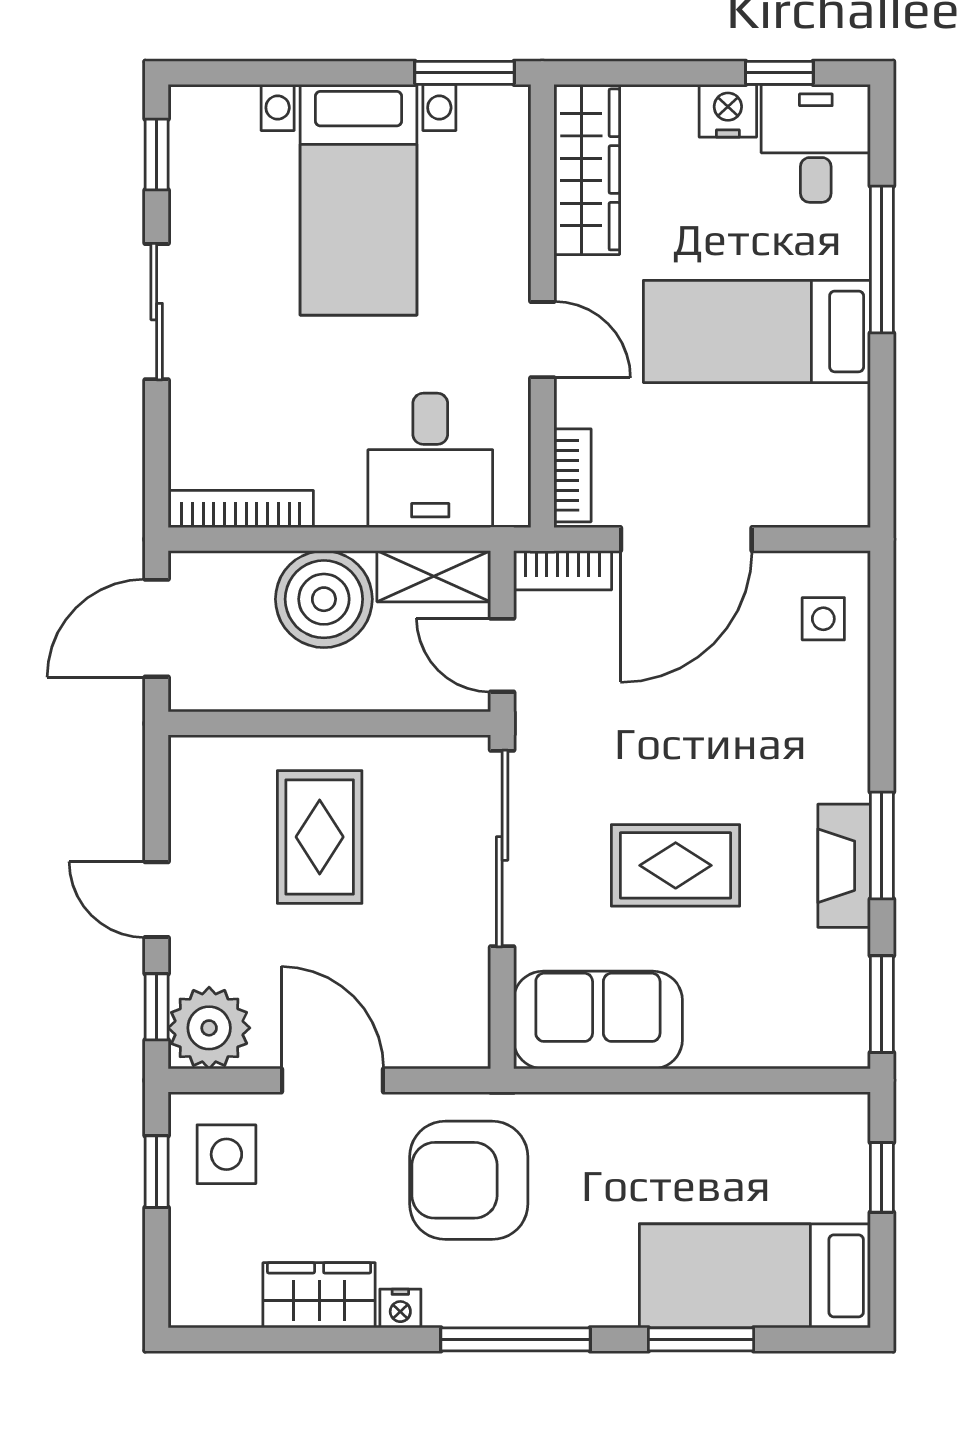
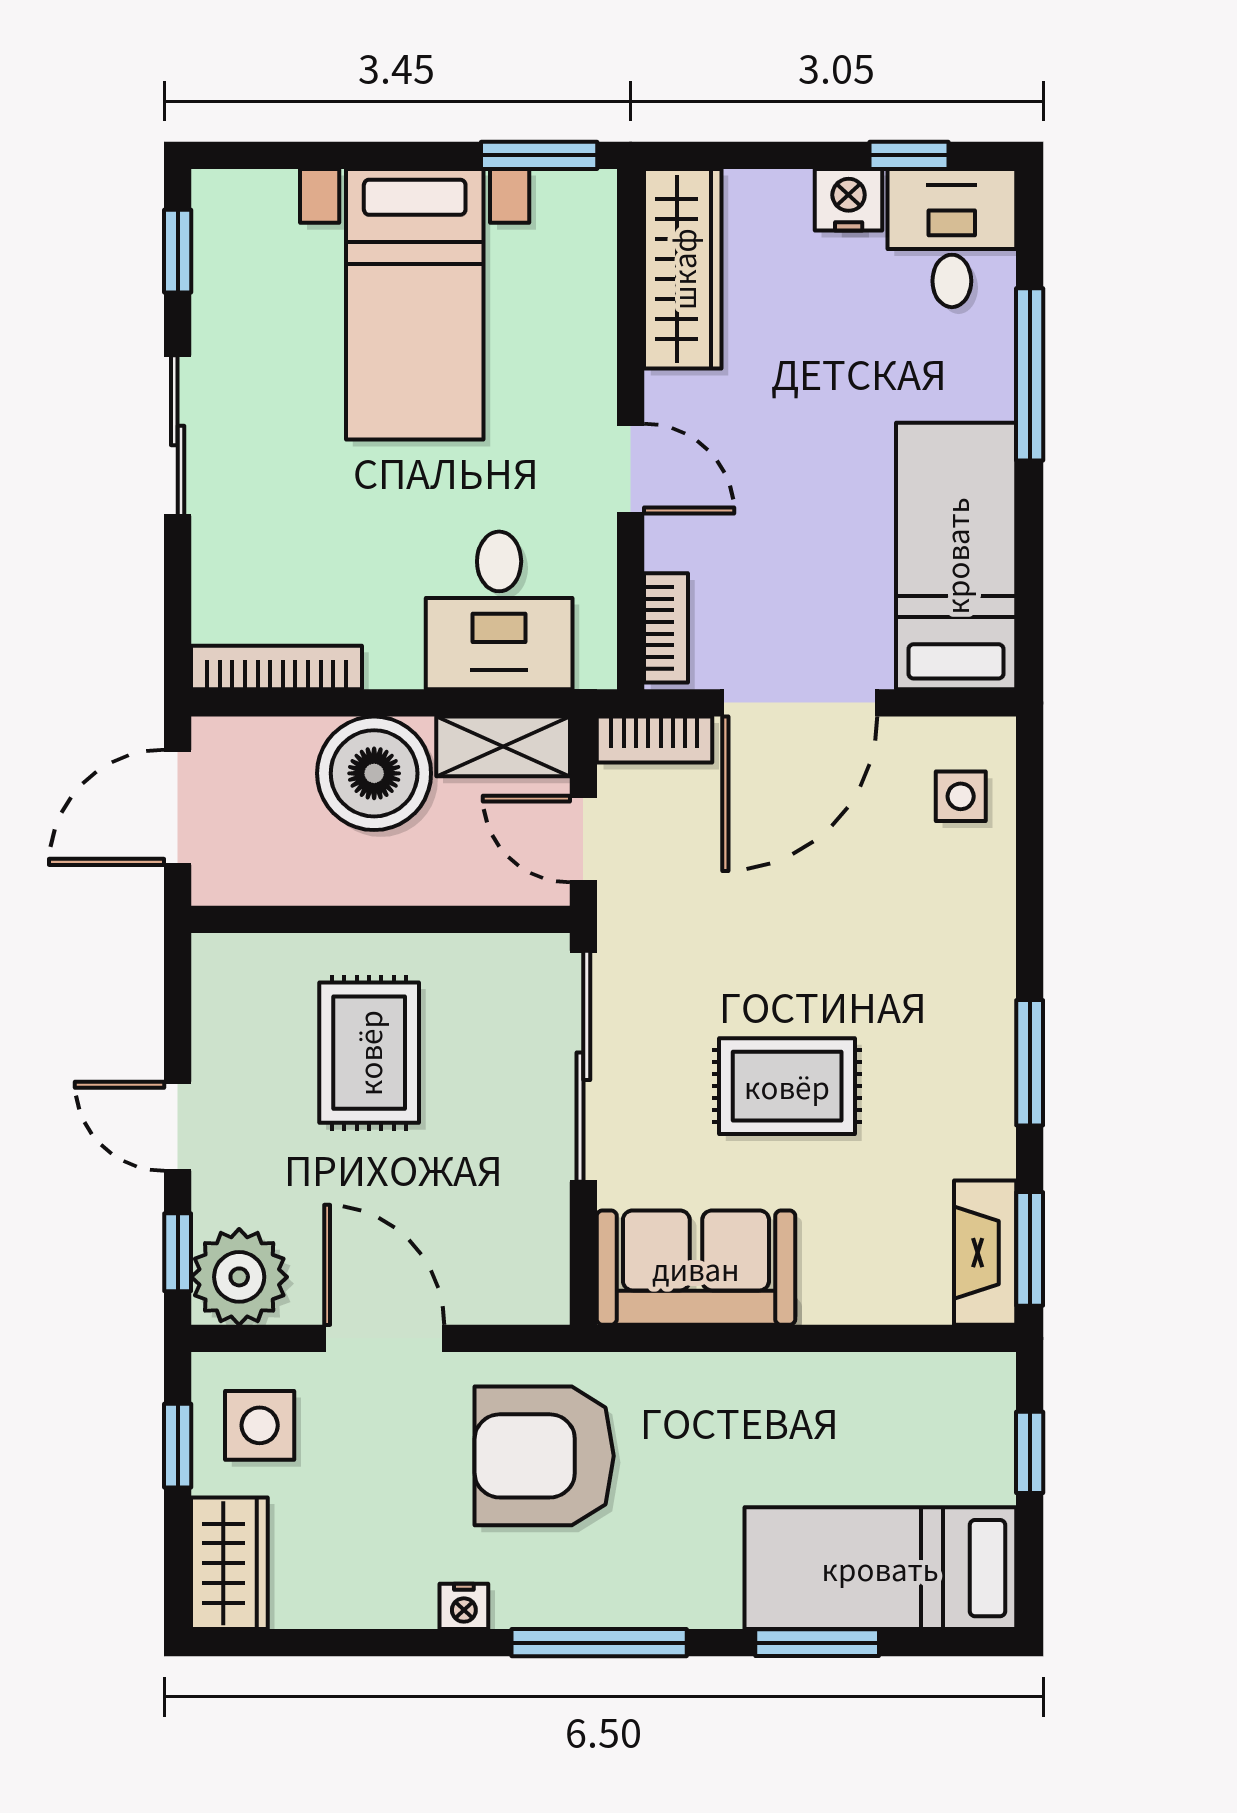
bed: (757, 331) -> (956, 556), moved, turned 90
fireplace: (844, 866) -> (985, 1253), moved
wardrobe: (319, 1295) -> (229, 1563), moved, turned 90

